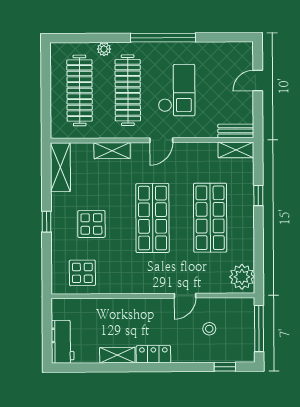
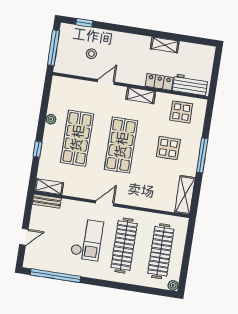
window: (163, 38) -> (55, 276), moved
plant: (104, 49) -> (173, 285), moved
checkout: (177, 90) -> (87, 240), turned 180
shelving: (112, 151) -> (141, 95), moved
window: (47, 222) -> (202, 155), width x2.17
plant: (242, 277) -> (51, 119), moved, width x0.53, depth x0.53
workbench: (63, 342) -> (190, 85), moved, turned 90
locker: (153, 354) -> (159, 82), moved, turned 180

